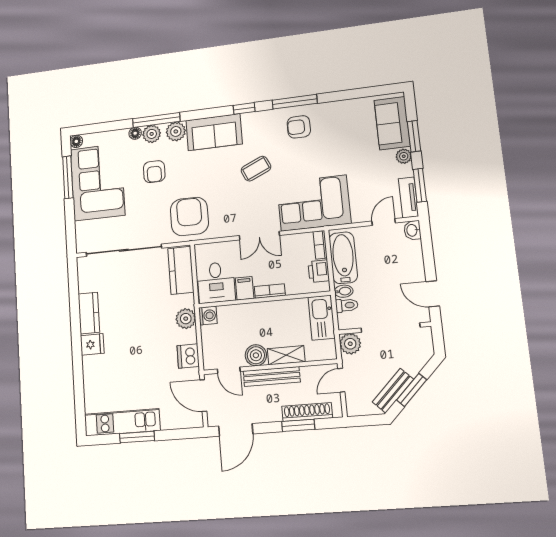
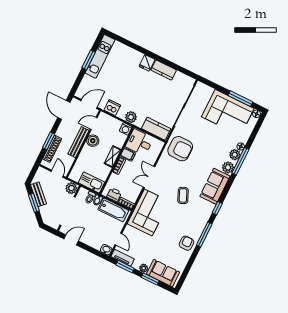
armchair: (299, 127) -> (186, 243), moved
armchair: (154, 172) -> (214, 145), removed
shelving: (286, 355) -> (113, 157), moved

